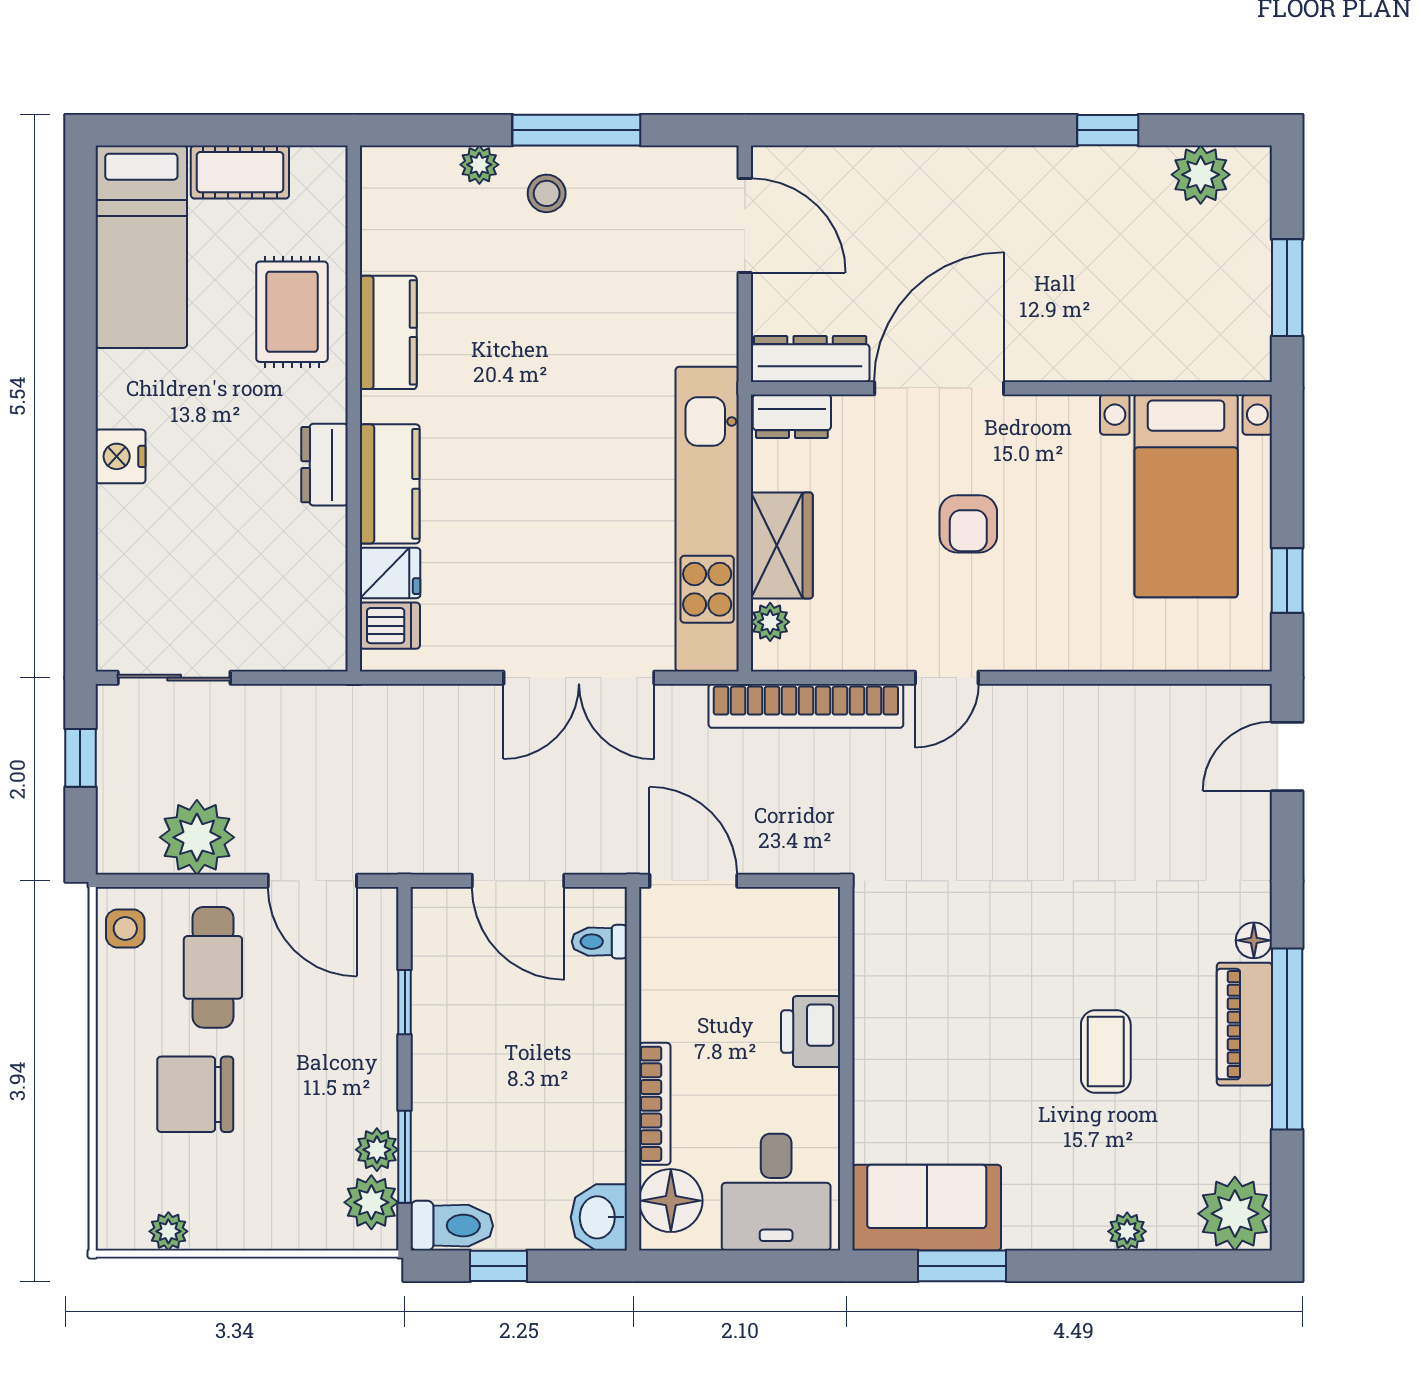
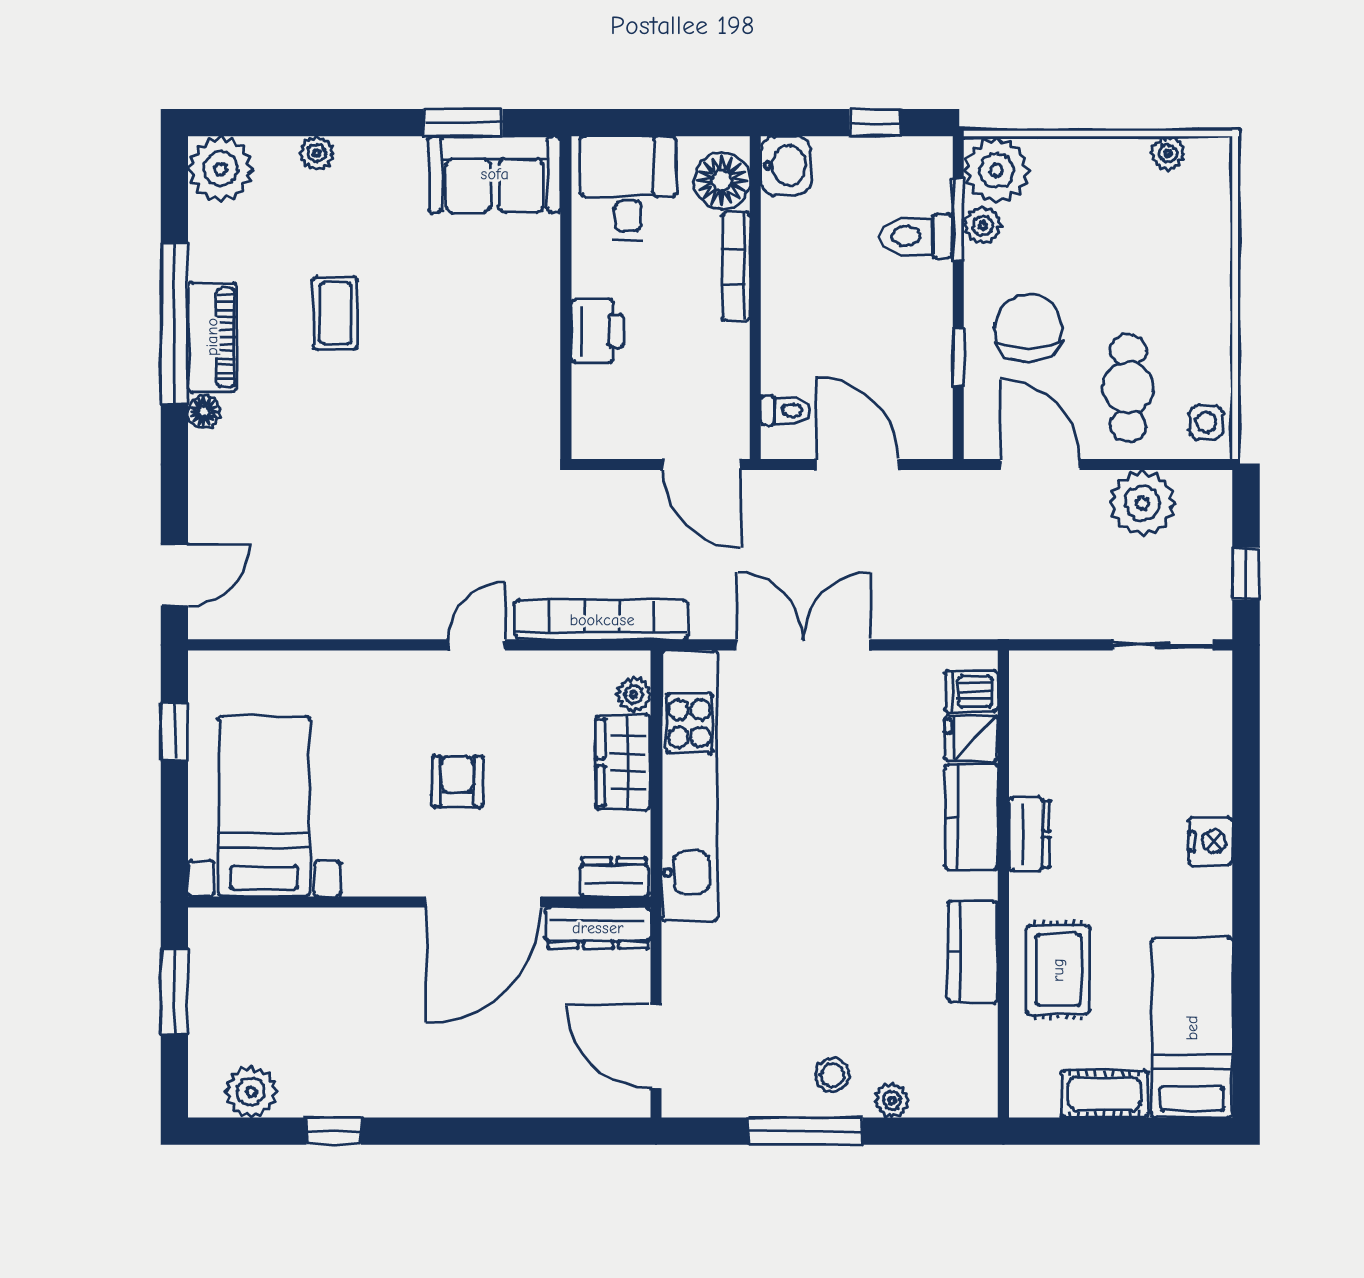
chair: (195, 1094) -> (1029, 328), moved, turned -90
plant: (371, 1202) -> (996, 170), width x1.36, depth x1.36
toilet: (452, 1226) -> (916, 236), moved

